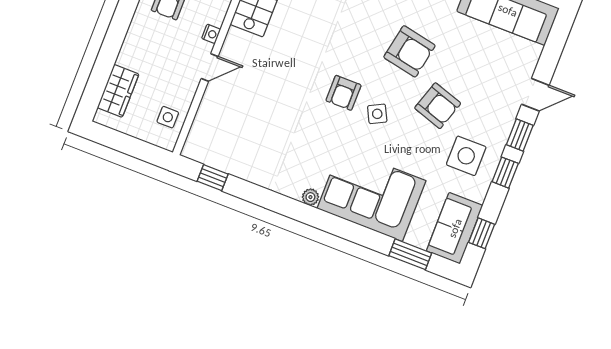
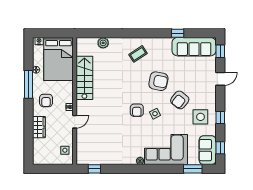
wardrobe: (118, 91) -> (39, 127), moved
armchair: (438, 106) -> (180, 100), turned 110
window: (520, 135) -> (220, 51), moved

